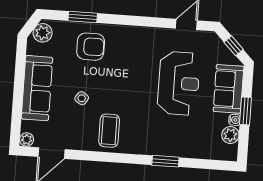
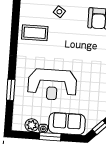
reception desk: (179, 83) -> (52, 85), moved
window: (165, 161) -> (11, 90), moved

